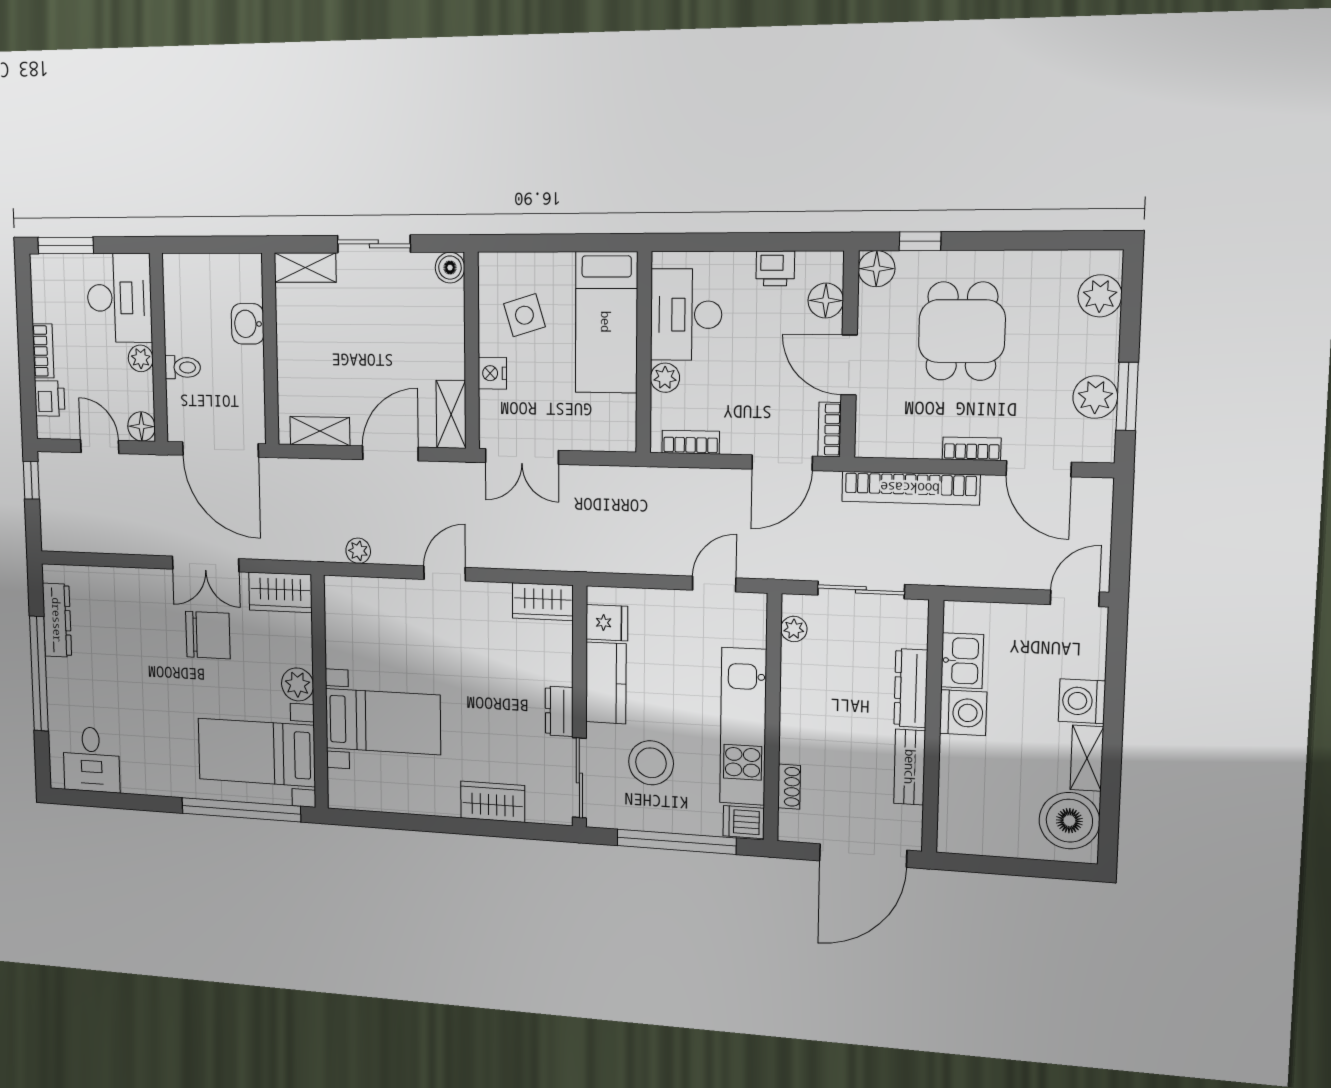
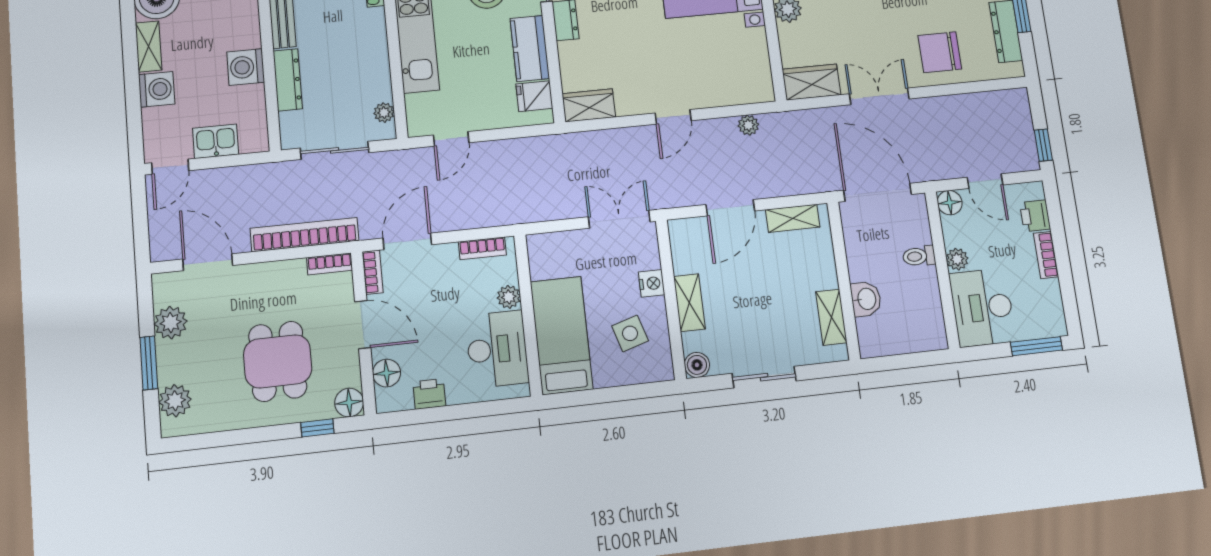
shelving: (305, 268) -> (831, 317), moved, turned 90
window: (1127, 396) -> (149, 363), moved
shelving: (451, 414) -> (689, 303), moved
bookcase: (972, 449) -> (330, 264), moved
chair: (208, 635) -> (940, 52), moved
kitchen sink: (962, 661) -> (216, 141), moved, turned 90

